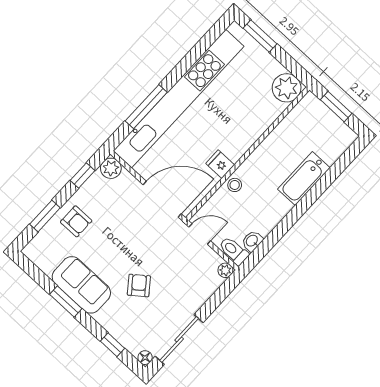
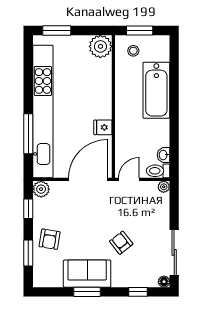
bathtub: (304, 178) -> (156, 90), width x1.36, depth x1.36
stool: (235, 185) -> (133, 51), moved
armchair: (76, 221) -> (50, 239), turned 99

